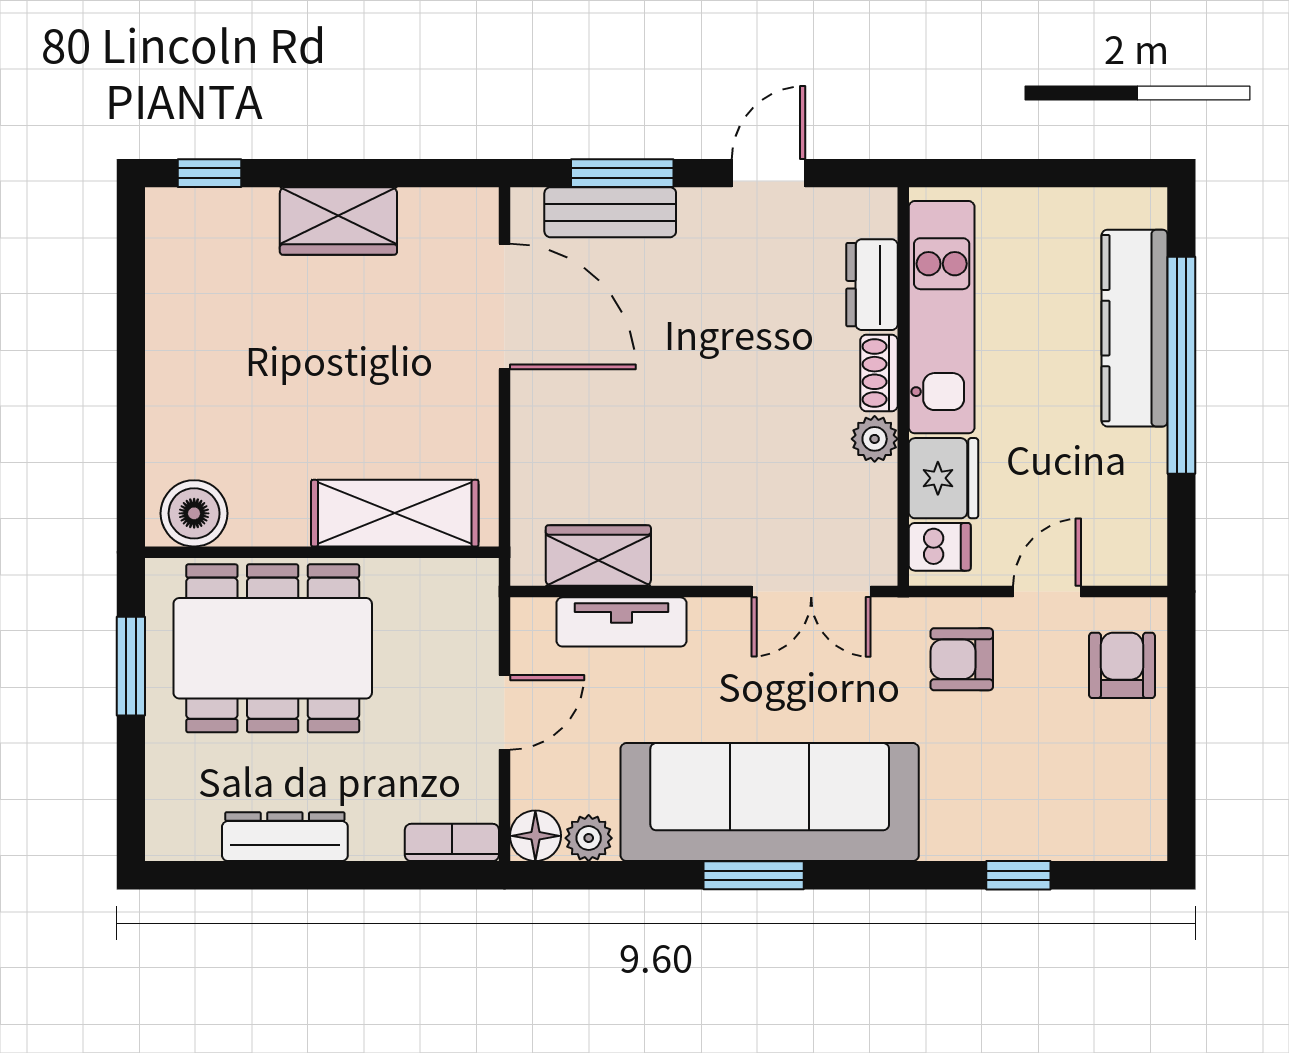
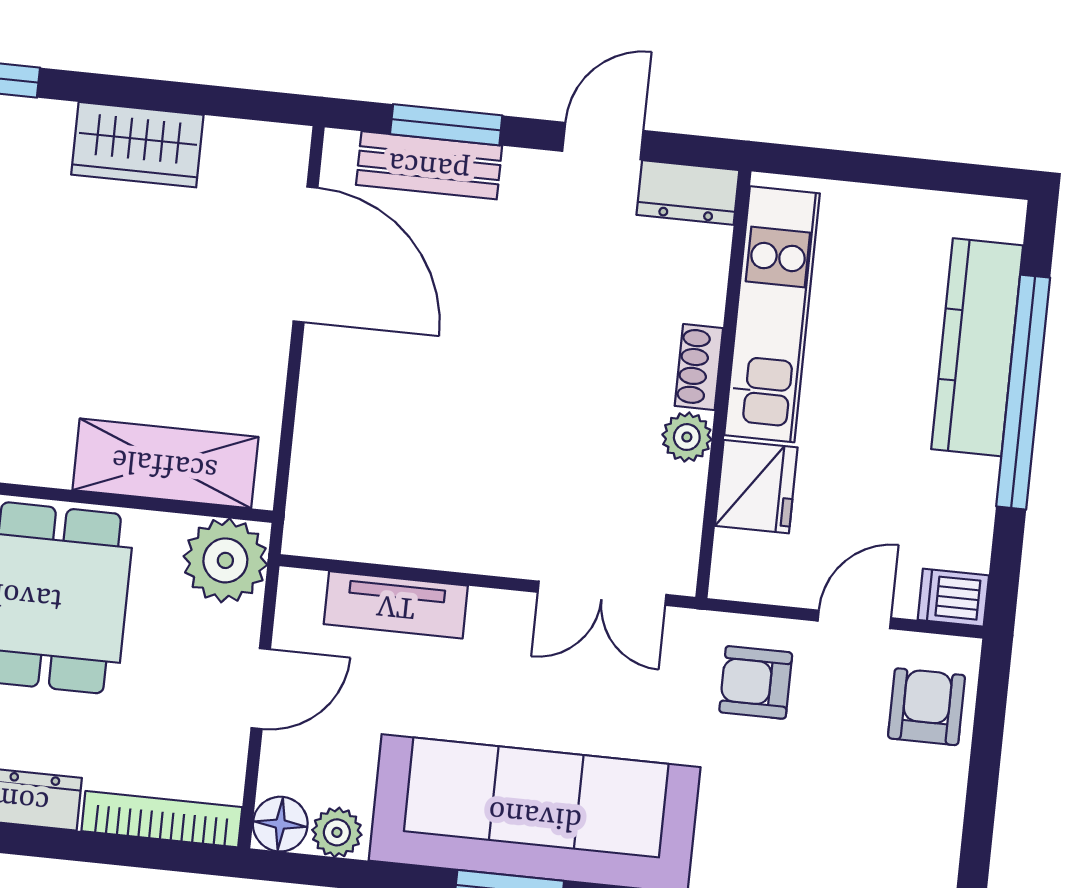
dresser: (872, 285) -> (688, 193), moved, turned -90
dishwasher: (940, 547) -> (953, 598), moved, turned 180
wardrobe: (598, 556) -> (378, 531), removed
plant: (460, 597) -> (225, 560), added
bookcase: (452, 842) -> (162, 819), width x1.56

